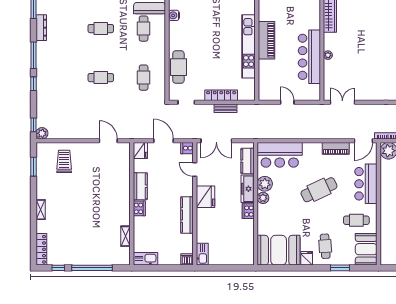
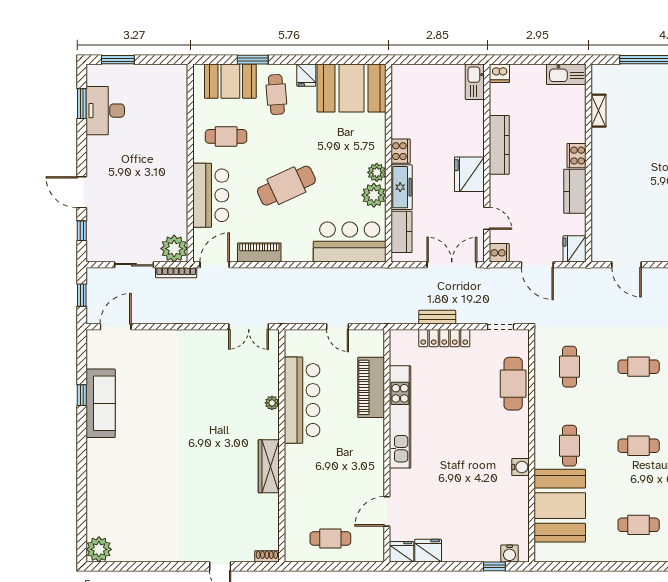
piano: (266, 40) -> (371, 387), moved
booth: (366, 249) -> (230, 81), moved, turned 90

